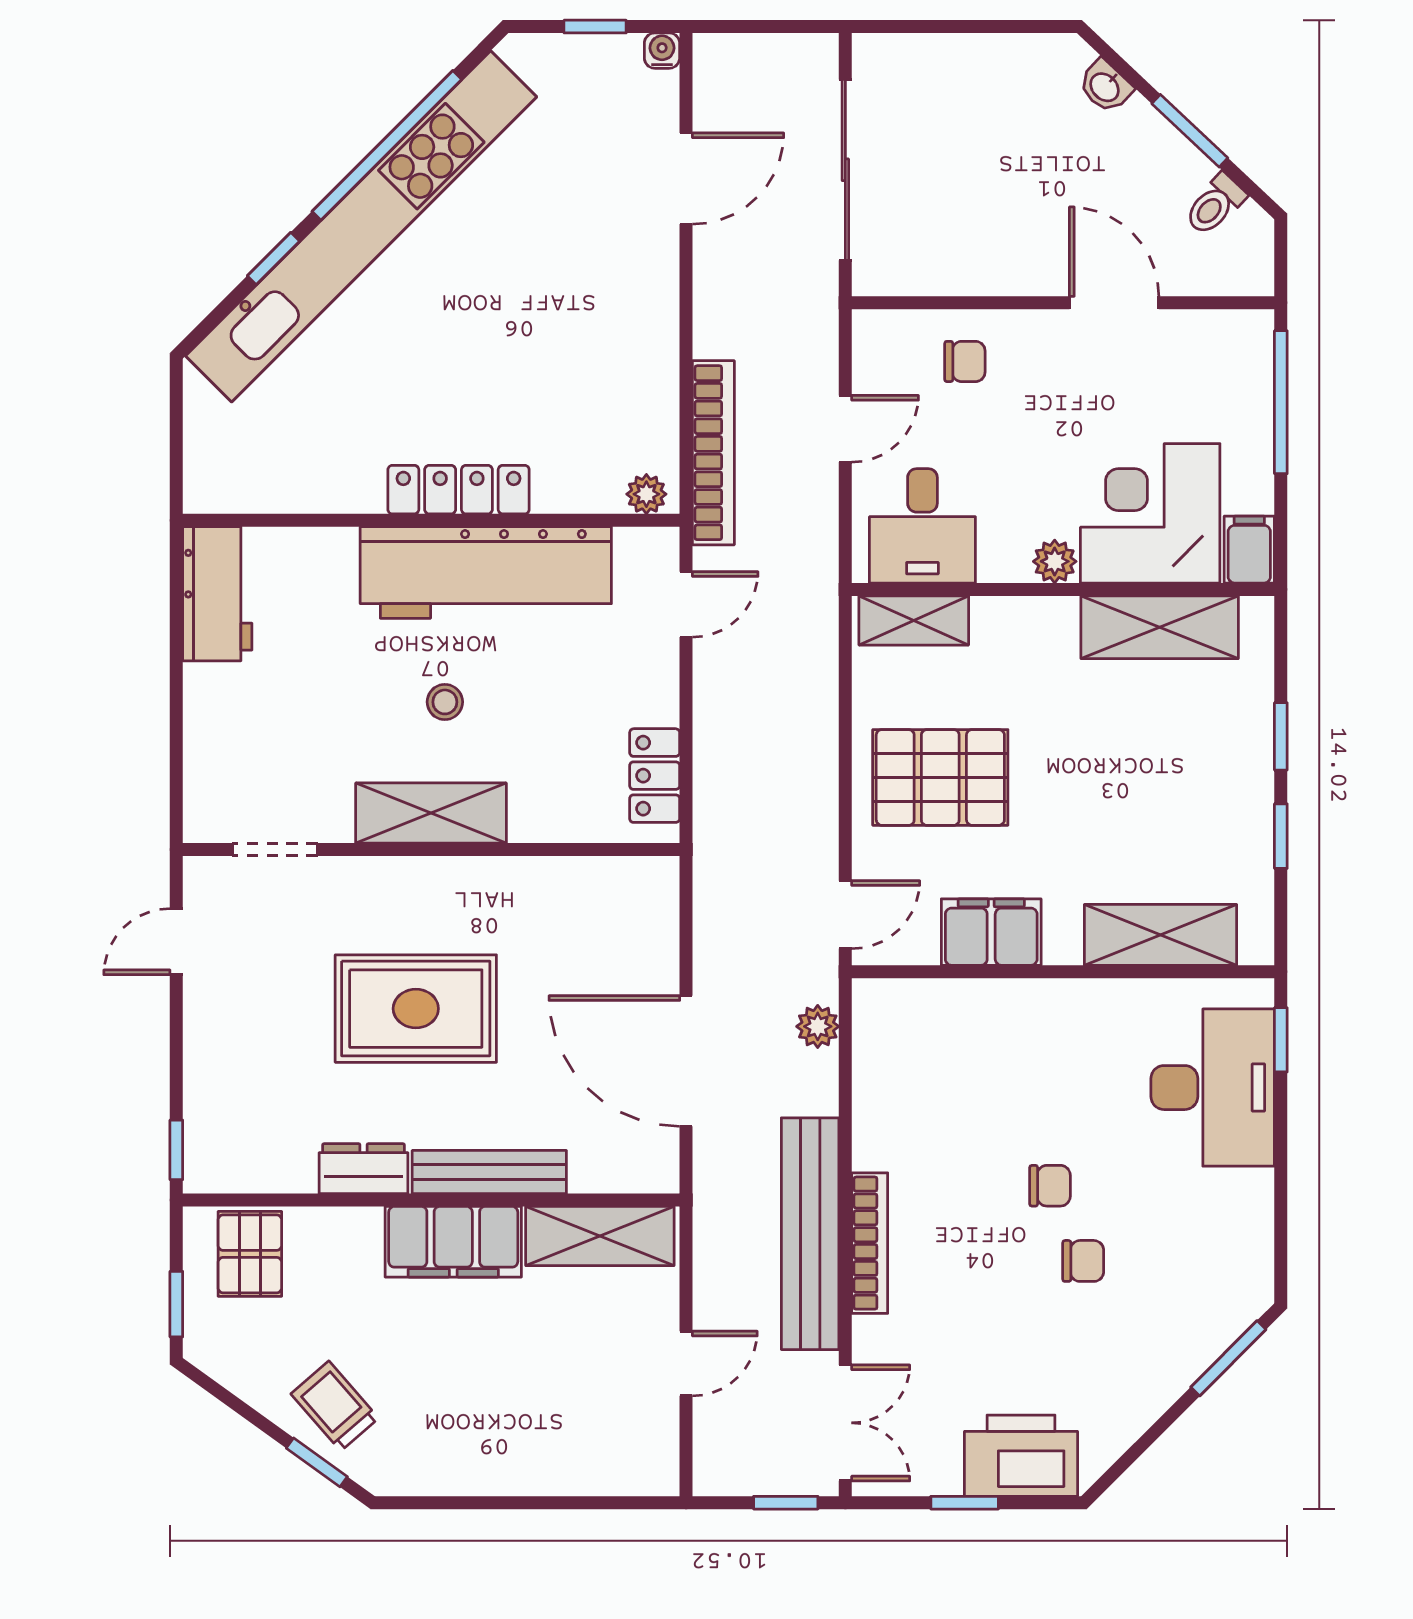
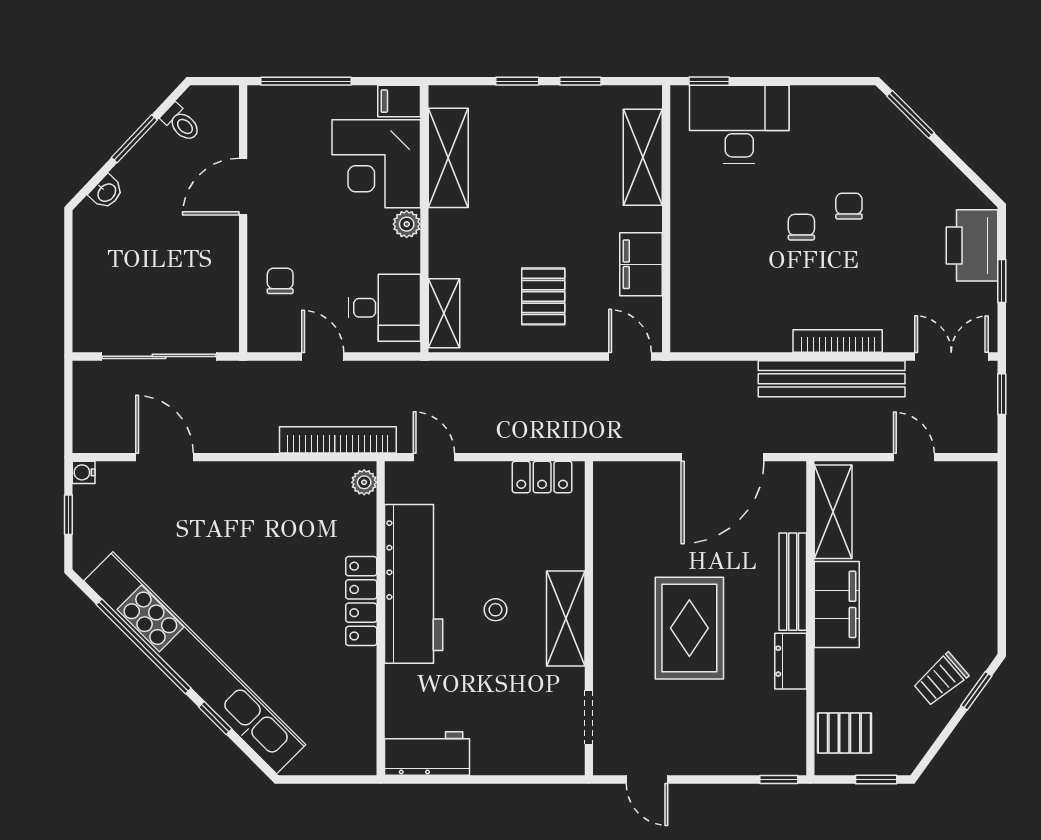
pallet: (940, 777) -> (543, 296), width x0.67, depth x0.71
plant: (818, 1026) -> (701, 374), removed

